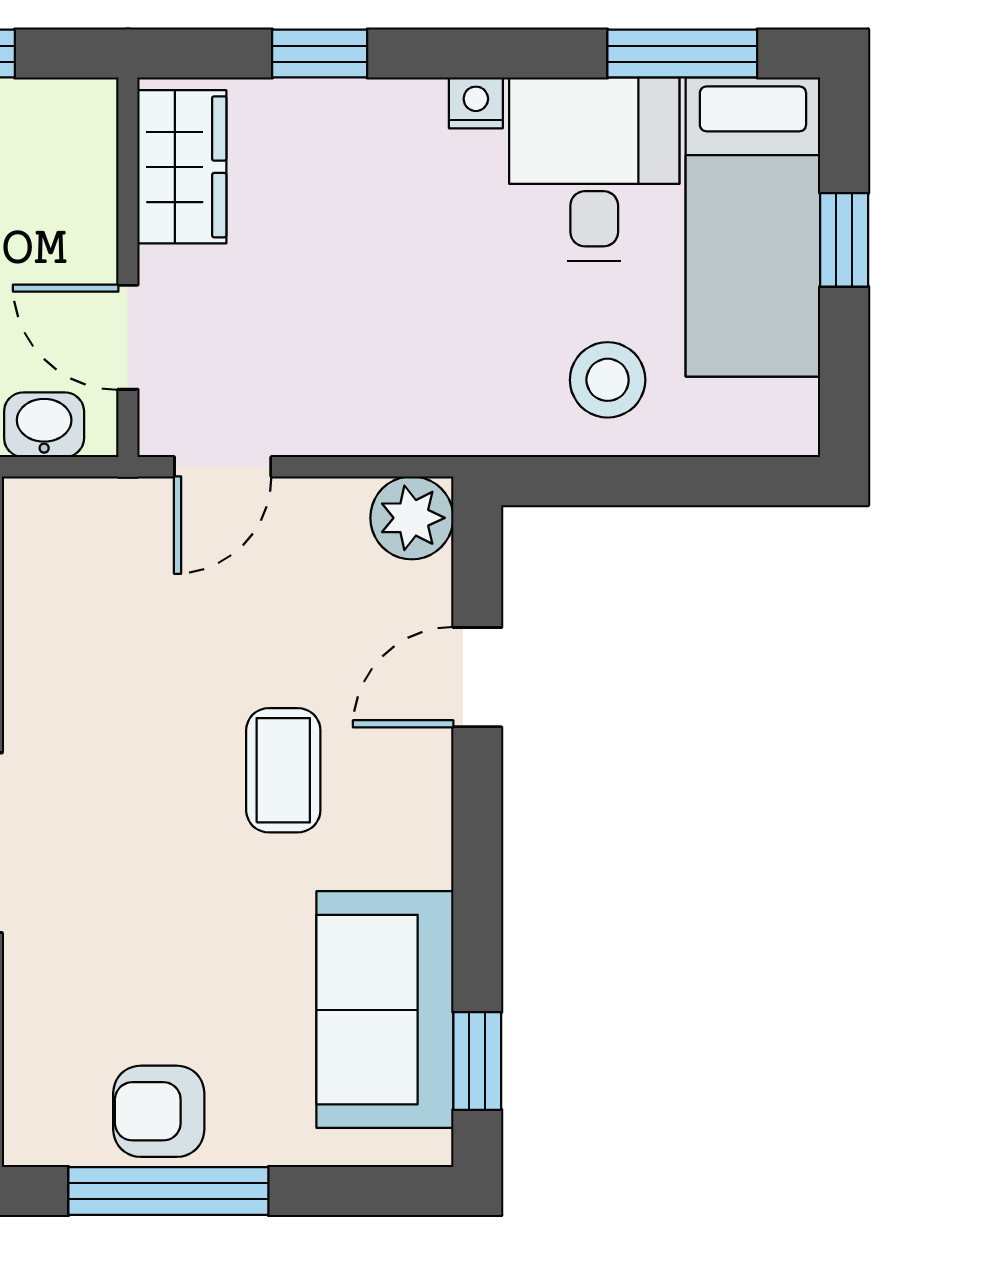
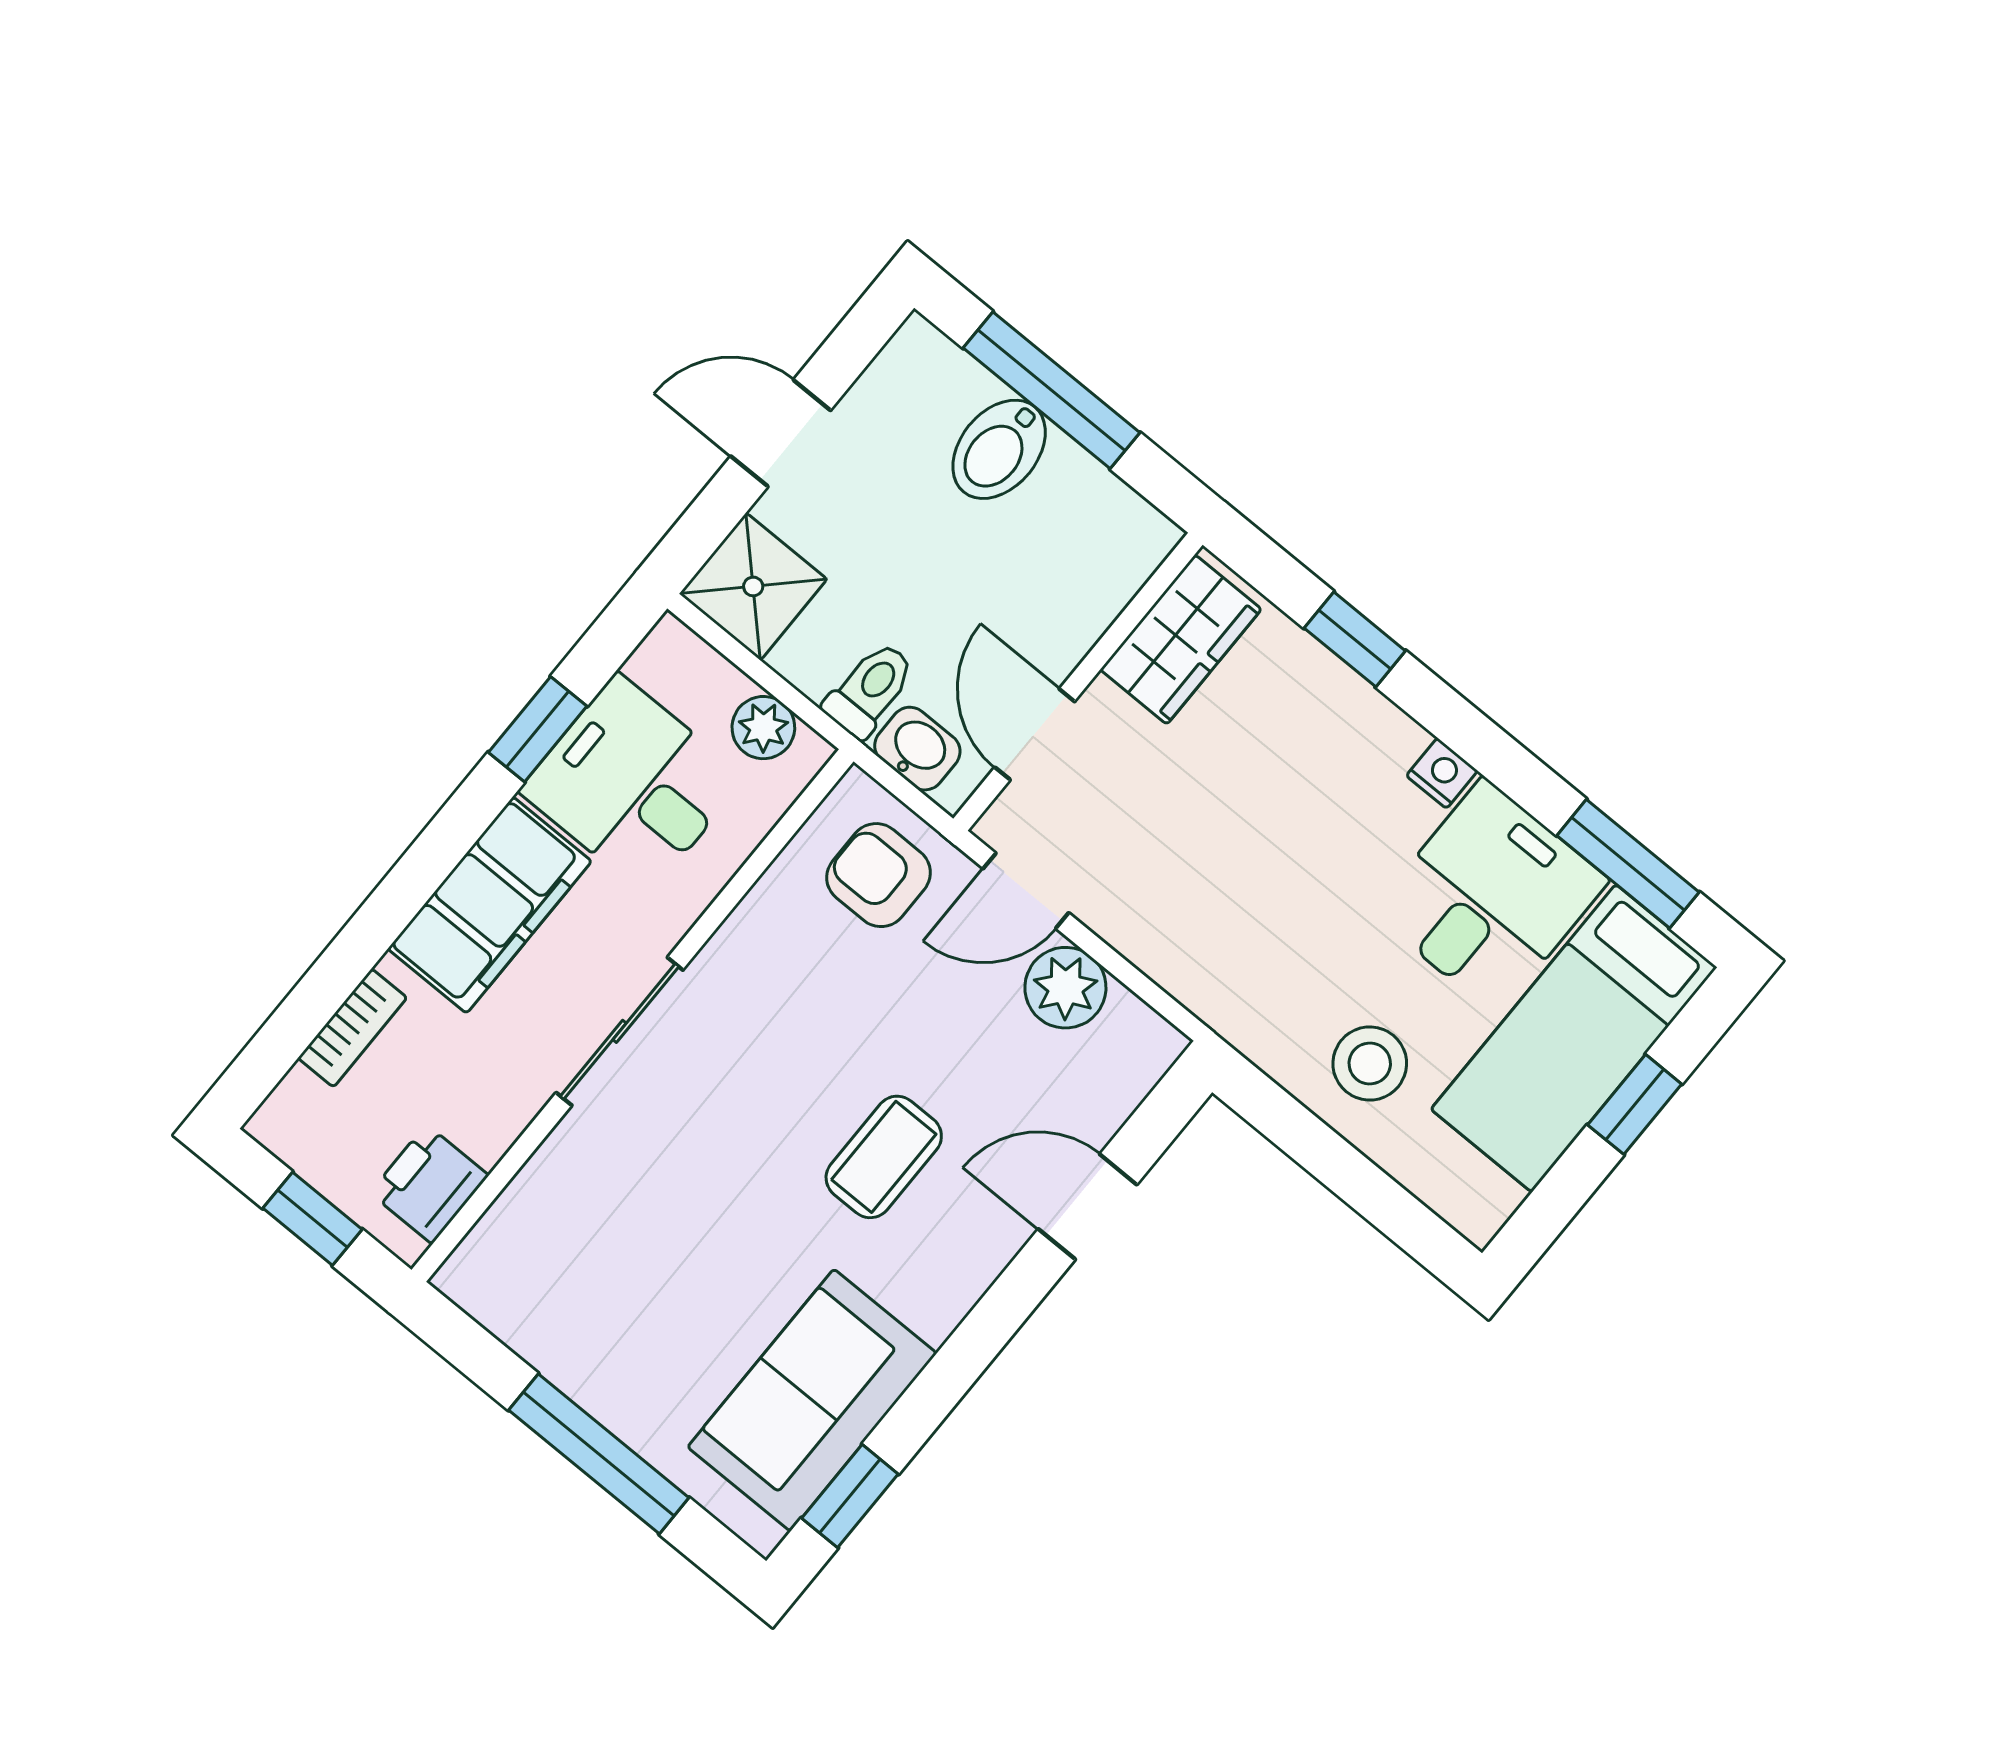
plant: (412, 518) -> (1065, 988), moved
armchair: (159, 1111) -> (879, 875), moved
window: (168, 1191) -> (599, 1454), moved

